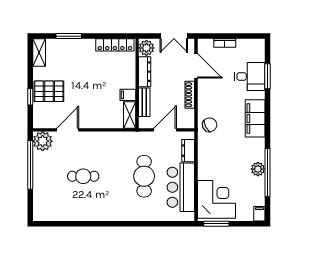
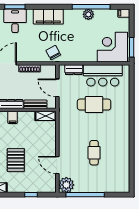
pallet: (49, 91) -> (16, 160), moved
filing cabinet: (128, 95) -> (13, 117), moved

